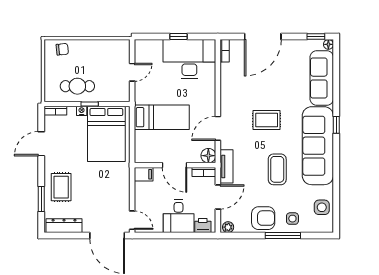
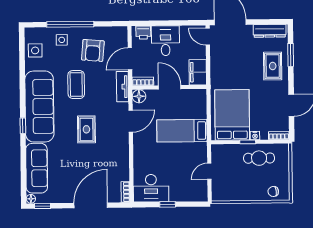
desk: (189, 59) -> (151, 188), width x0.73, depth x0.77
rug: (267, 120) -> (86, 129), turned 90
filing cabinet: (144, 174) -> (198, 72), width x2.00
armchair: (263, 218) -> (93, 50), moved, turned -85
plant: (228, 227) -> (120, 31), removed
window: (283, 236) -> (70, 24), width x1.46

